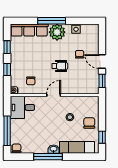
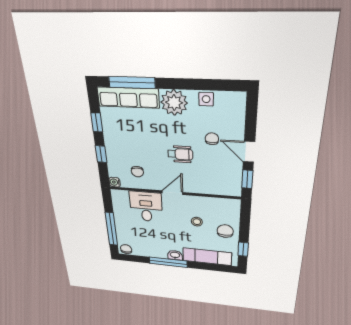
window: (52, 21) -> (132, 82), moved
desk: (22, 107) -> (146, 207), moved, turned 90

